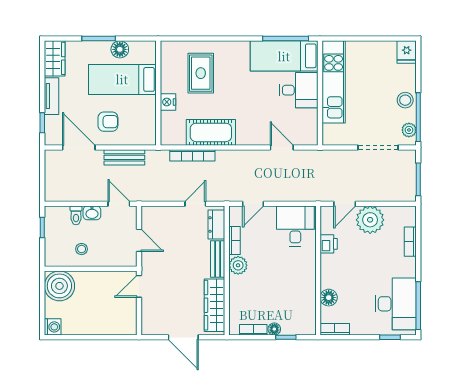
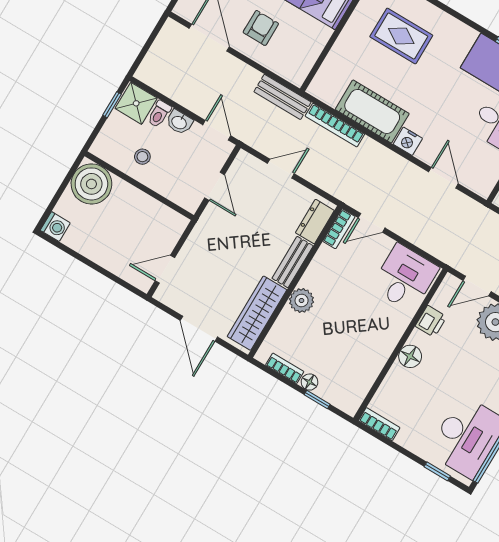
rug: (201, 73) -> (401, 36), turned 90
nightstand: (168, 102) -> (408, 141), moved, turned -90
armchair: (108, 122) -> (261, 28), turned -90
bench: (124, 157) -> (282, 97), moved
door: (195, 204) -> (281, 169), moved
shower: (57, 217) -> (136, 103), added
bookcase: (235, 241) -> (339, 229), moved
plant: (238, 265) -> (302, 300), moved
door: (139, 286) -> (165, 269), moved
floor lamp: (329, 298) -> (410, 356), moved

